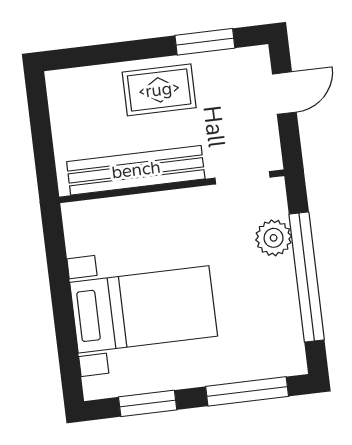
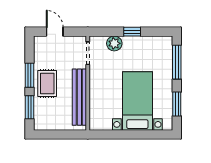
window: (205, 42) -> (29, 75), moved
window: (98, 55) -> (29, 107), added
window: (307, 277) -> (132, 32), width x0.32

